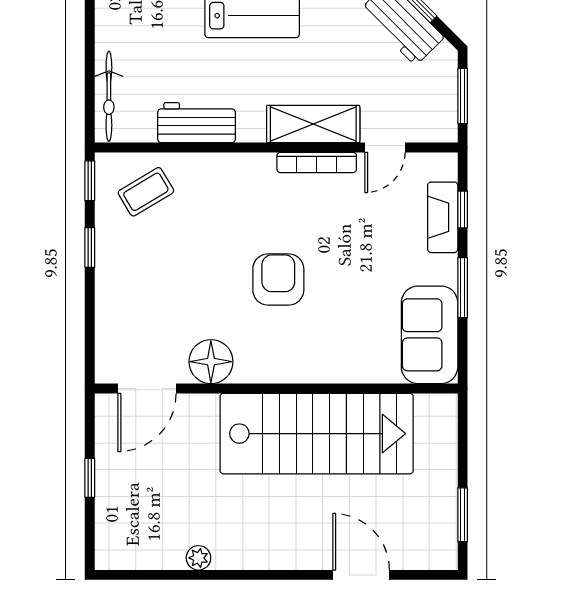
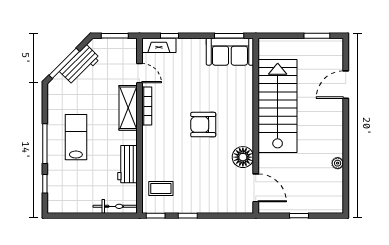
coffee table: (146, 192) -> (161, 188), turned -59
fireplace: (443, 217) -> (159, 45), moved
window: (463, 288) -> (229, 36), moved

